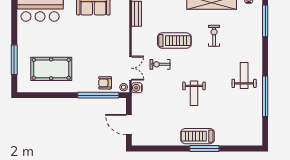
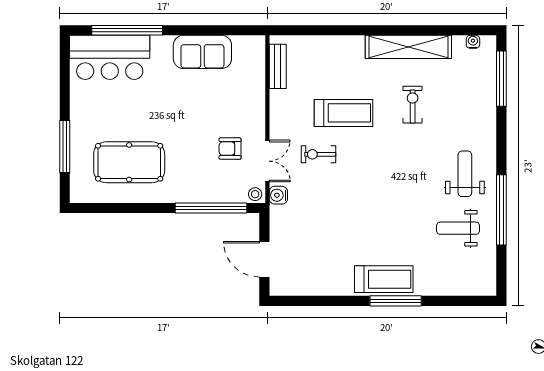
armchair: (105, 83) -> (230, 149), moved
weight bench: (194, 93) -> (458, 228), moved, turned 90
treadmill: (198, 136) -> (384, 279), turned 180

